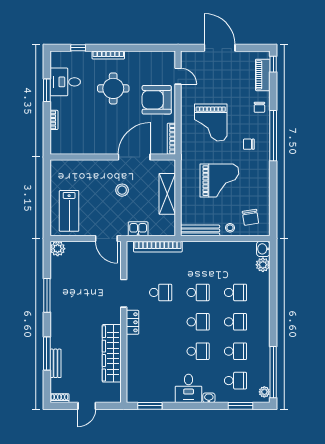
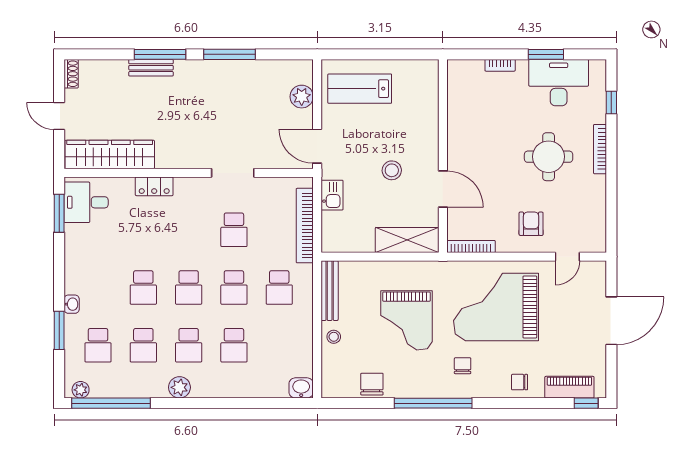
desk: (65, 82) -> (559, 83), width x1.37
armchair: (157, 100) -> (531, 224), width x0.53, depth x0.53
grand piano: (211, 123) -> (496, 307), width x1.37, depth x1.48
window: (273, 136) -> (433, 403), moved
door: (134, 157) -> (443, 189), width x0.73
shelving: (167, 194) -> (407, 240), moved
chair: (250, 217) -> (372, 384), moved, turned 99
door: (106, 238) -> (317, 146), hinge flipped
plant: (58, 249) -> (302, 97), moved
school desk: (198, 263) -> (279, 288), added
plant: (263, 265) -> (179, 387), moved
locker: (132, 322) -> (154, 186), moved
wardrobe: (112, 353) -> (110, 154), moved
window: (47, 354) -> (160, 54), moved
bench: (56, 363) -> (151, 68), moved
desk: (189, 388) -> (86, 202), moved
window: (240, 406) -> (59, 330), moved

